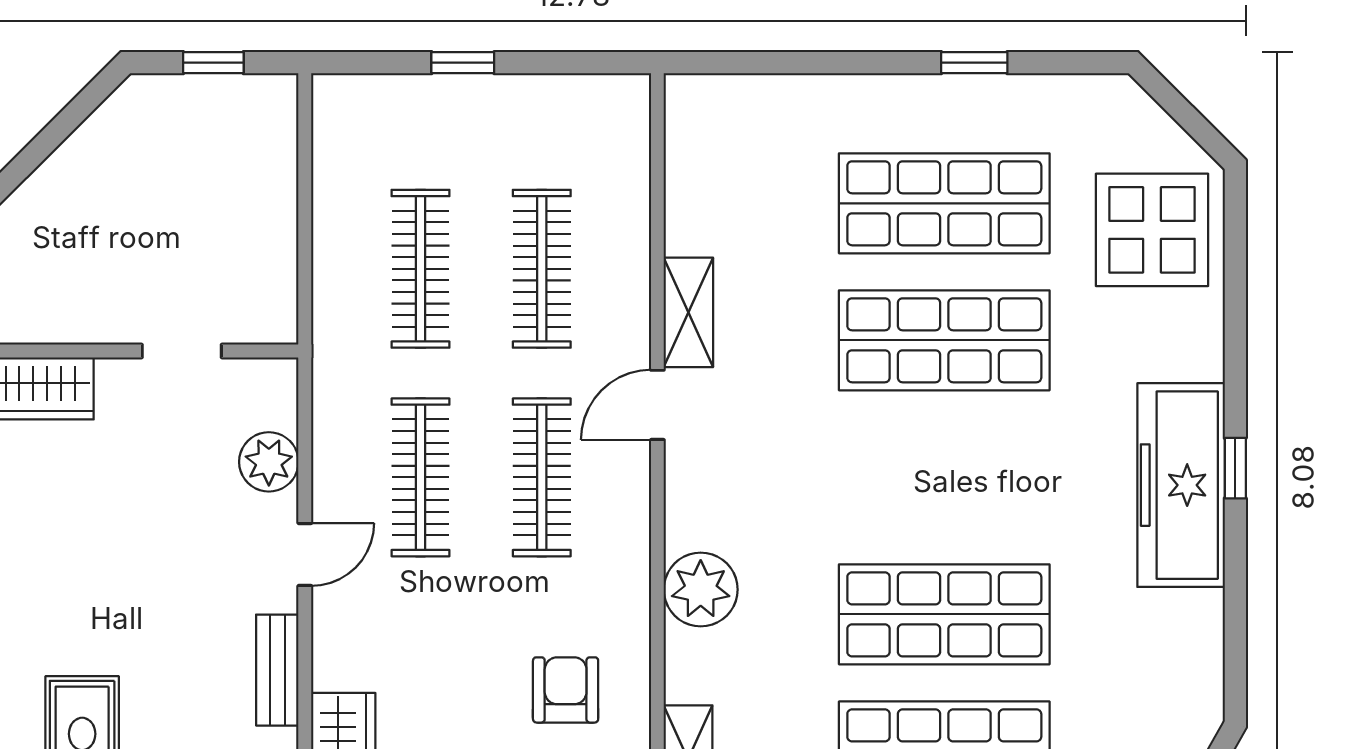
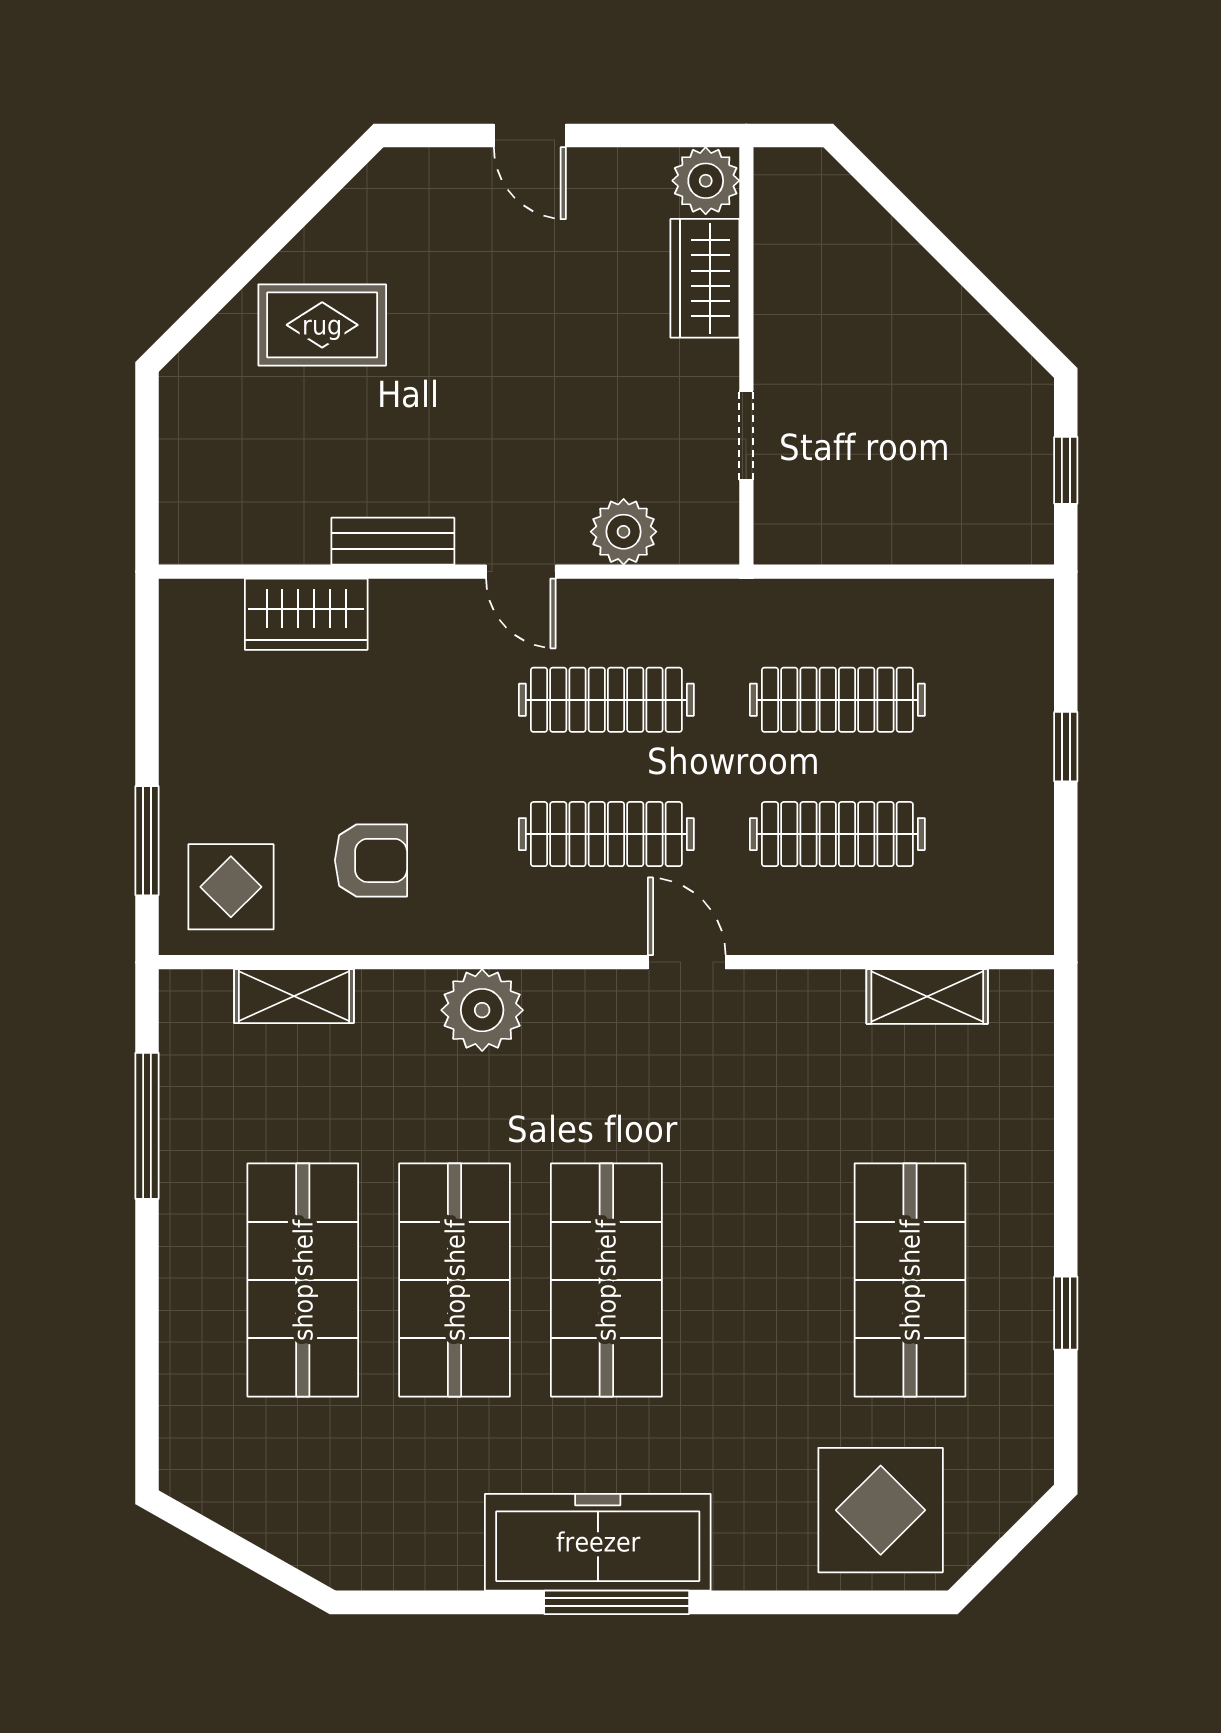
shelving: (688, 312) -> (927, 997), moved
shop shelf: (944, 340) -> (606, 1280), moved
window: (1235, 468) -> (617, 1602), width x2.17

